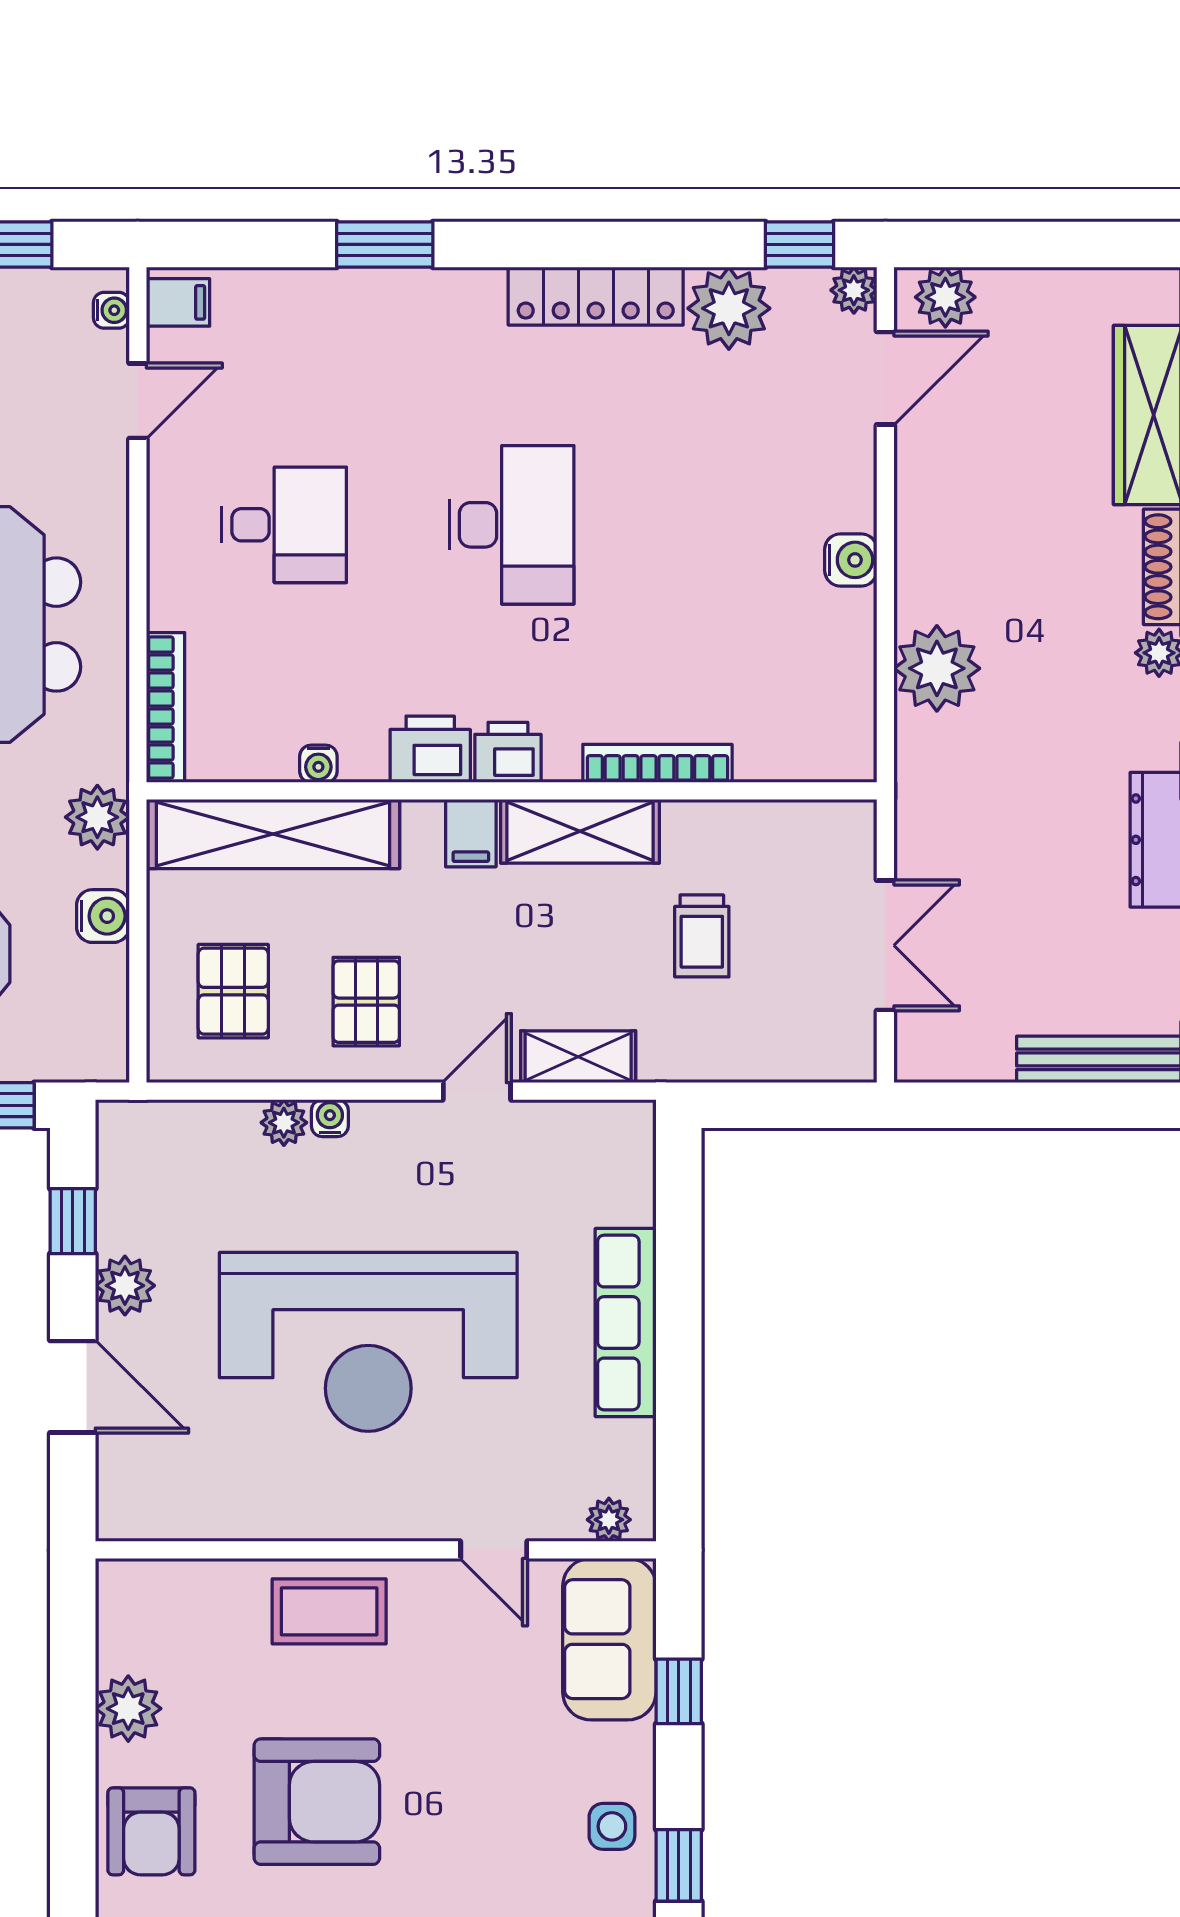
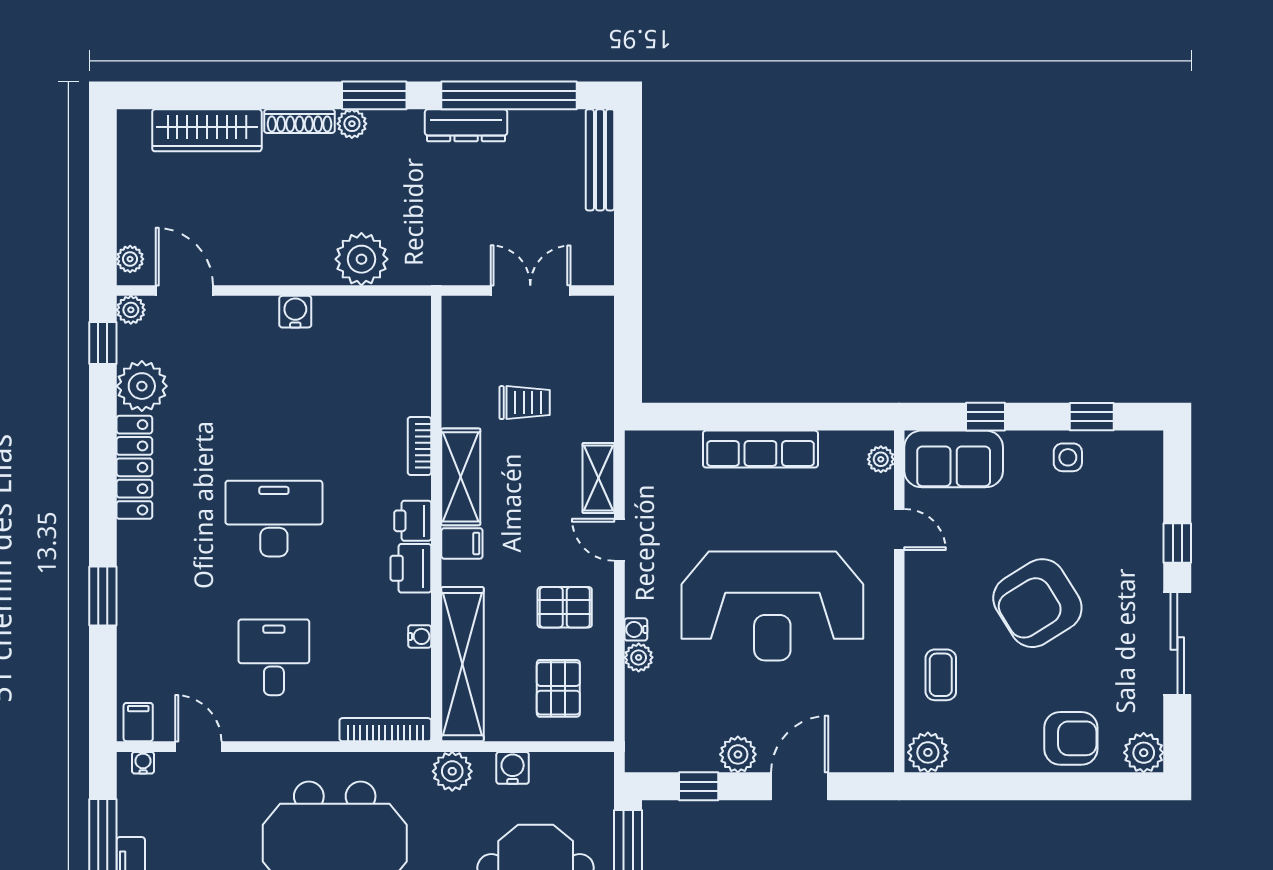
plant: (945, 297) -> (130, 259), width x0.73, depth x0.73
bookcase: (657, 763) -> (419, 446), width x0.64
pallet: (233, 991) -> (558, 688), turned 90
reception desk: (368, 1342) -> (772, 606), turned 90
door: (494, 1550) -> (899, 529), hinge flipped
coffee table: (329, 1611) -> (941, 675), moved, width x0.73, depth x0.77
plant: (128, 1709) -> (928, 752), moved
armchair: (317, 1802) -> (1037, 603), moved, turned -122

